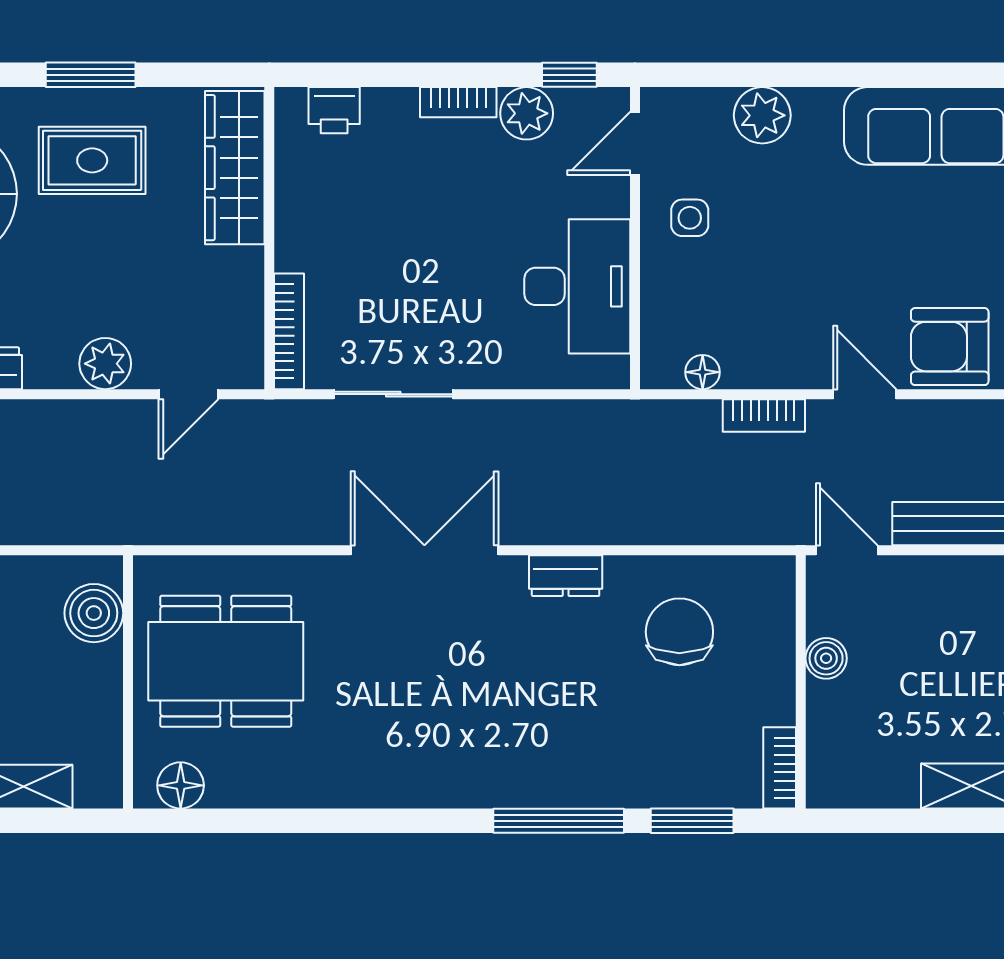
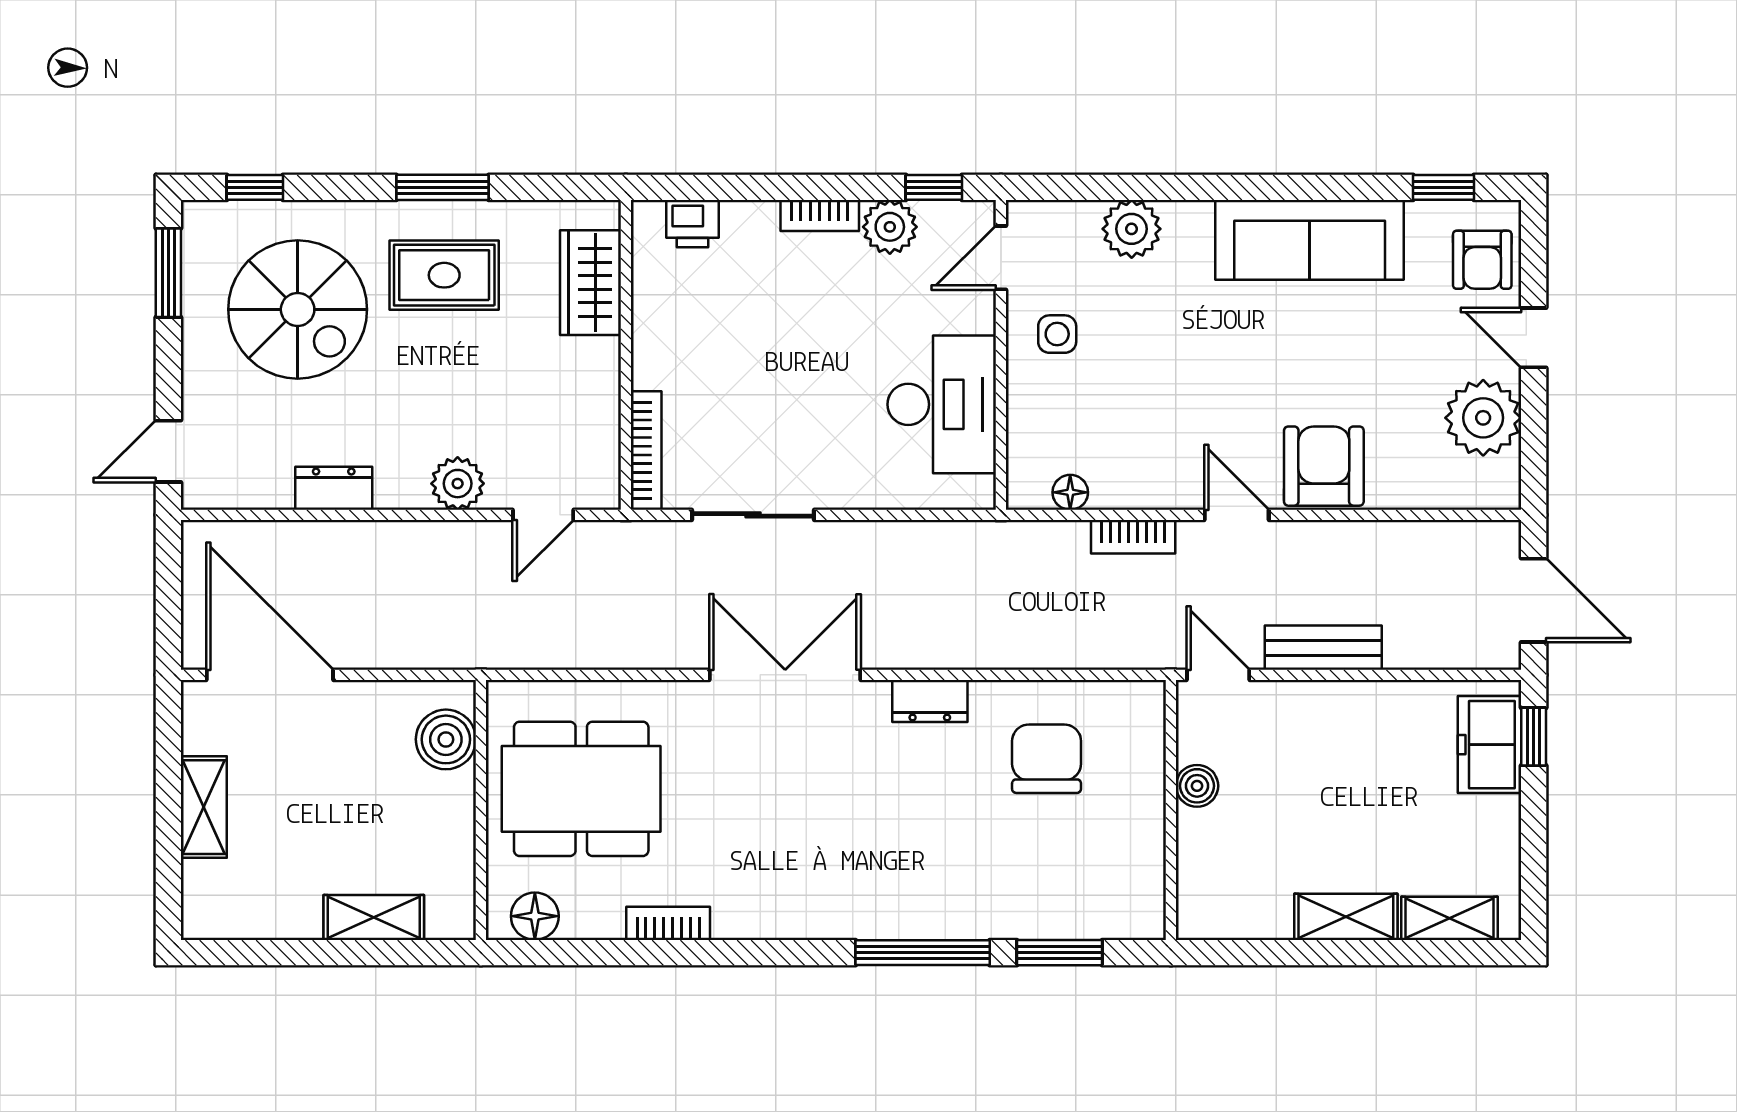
wardrobe: (235, 168) -> (590, 283), width x0.67
armchair: (950, 347) -> (1324, 466), turned 90
bookcase: (780, 768) -> (668, 923), moved, turned 90

